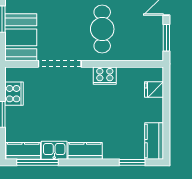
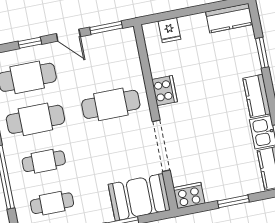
cooker: (14, 94) -> (189, 195), moved
window: (132, 162) -> (262, 53), moved

